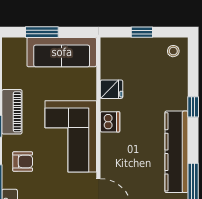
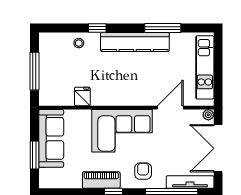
window: (142, 32) -> (34, 71), width x2.17
stool: (173, 51) -> (79, 43), moved
dishwasher: (110, 122) -> (110, 98), removed

